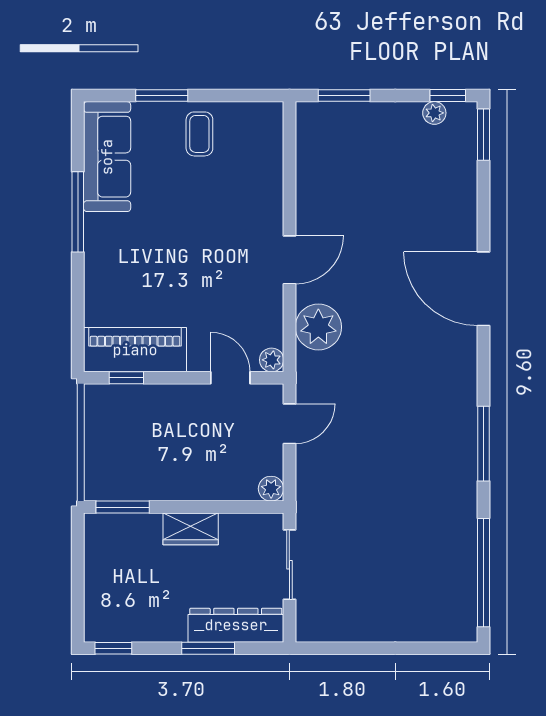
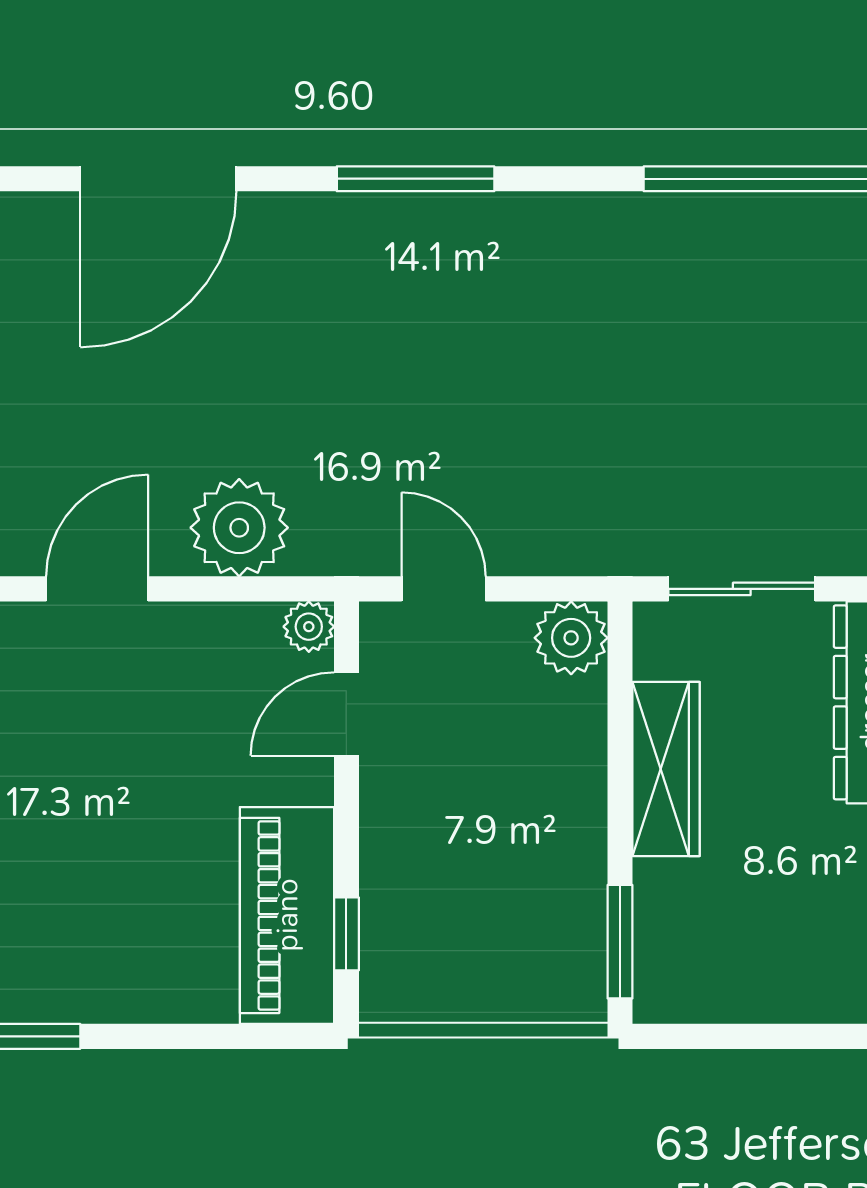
door: (289, 260) -> (97, 589), hinge flipped
window: (483, 444) -> (416, 179), moved
plant: (271, 489) -> (571, 638), width x1.38, depth x1.38
wardrobe: (191, 529) -> (666, 769), width x1.50

